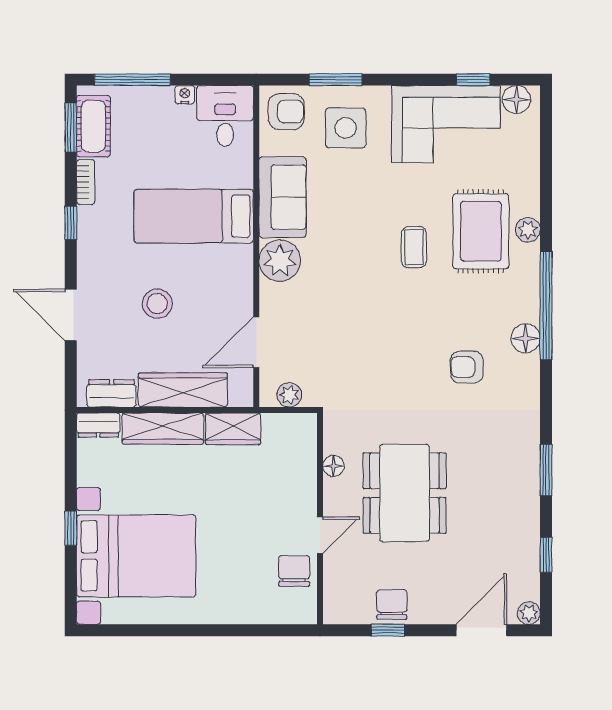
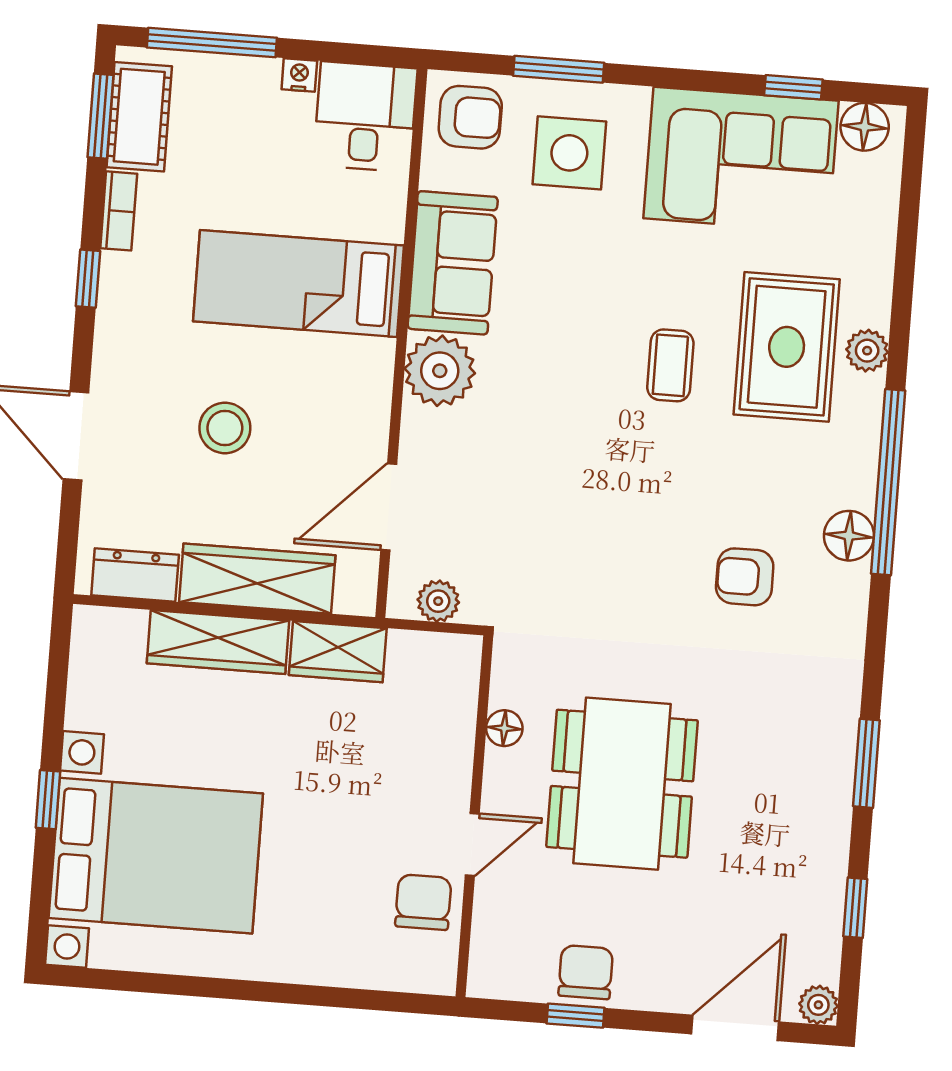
dresser: (98, 425) -> (108, 628), removed

